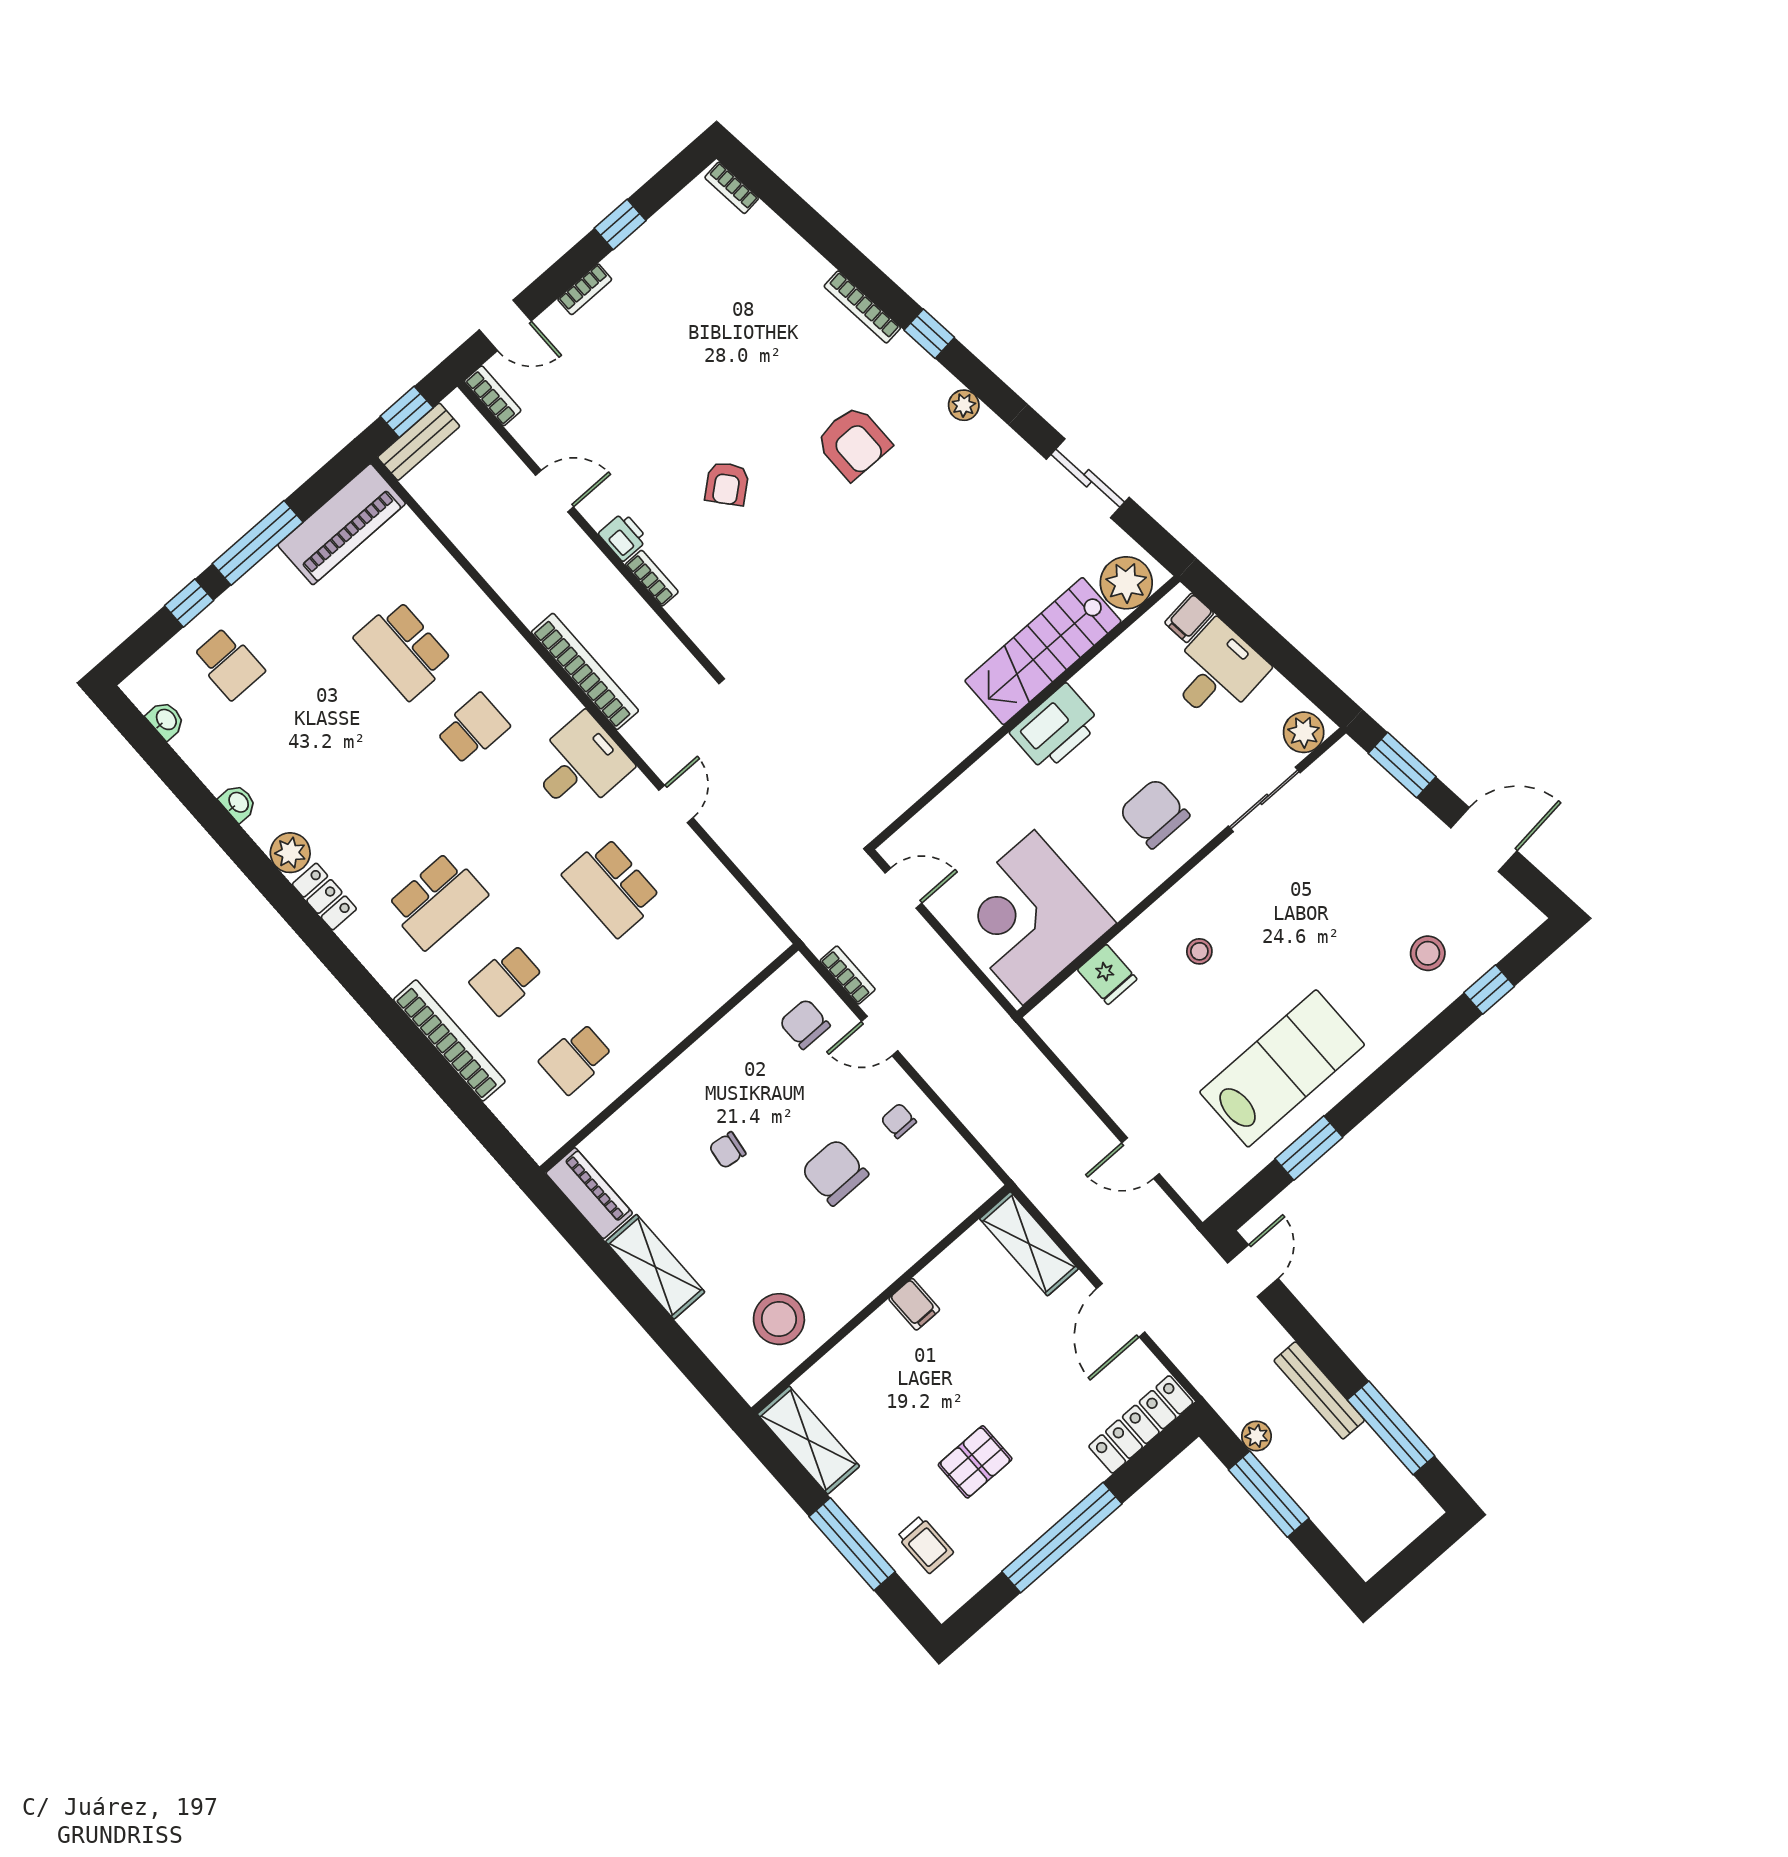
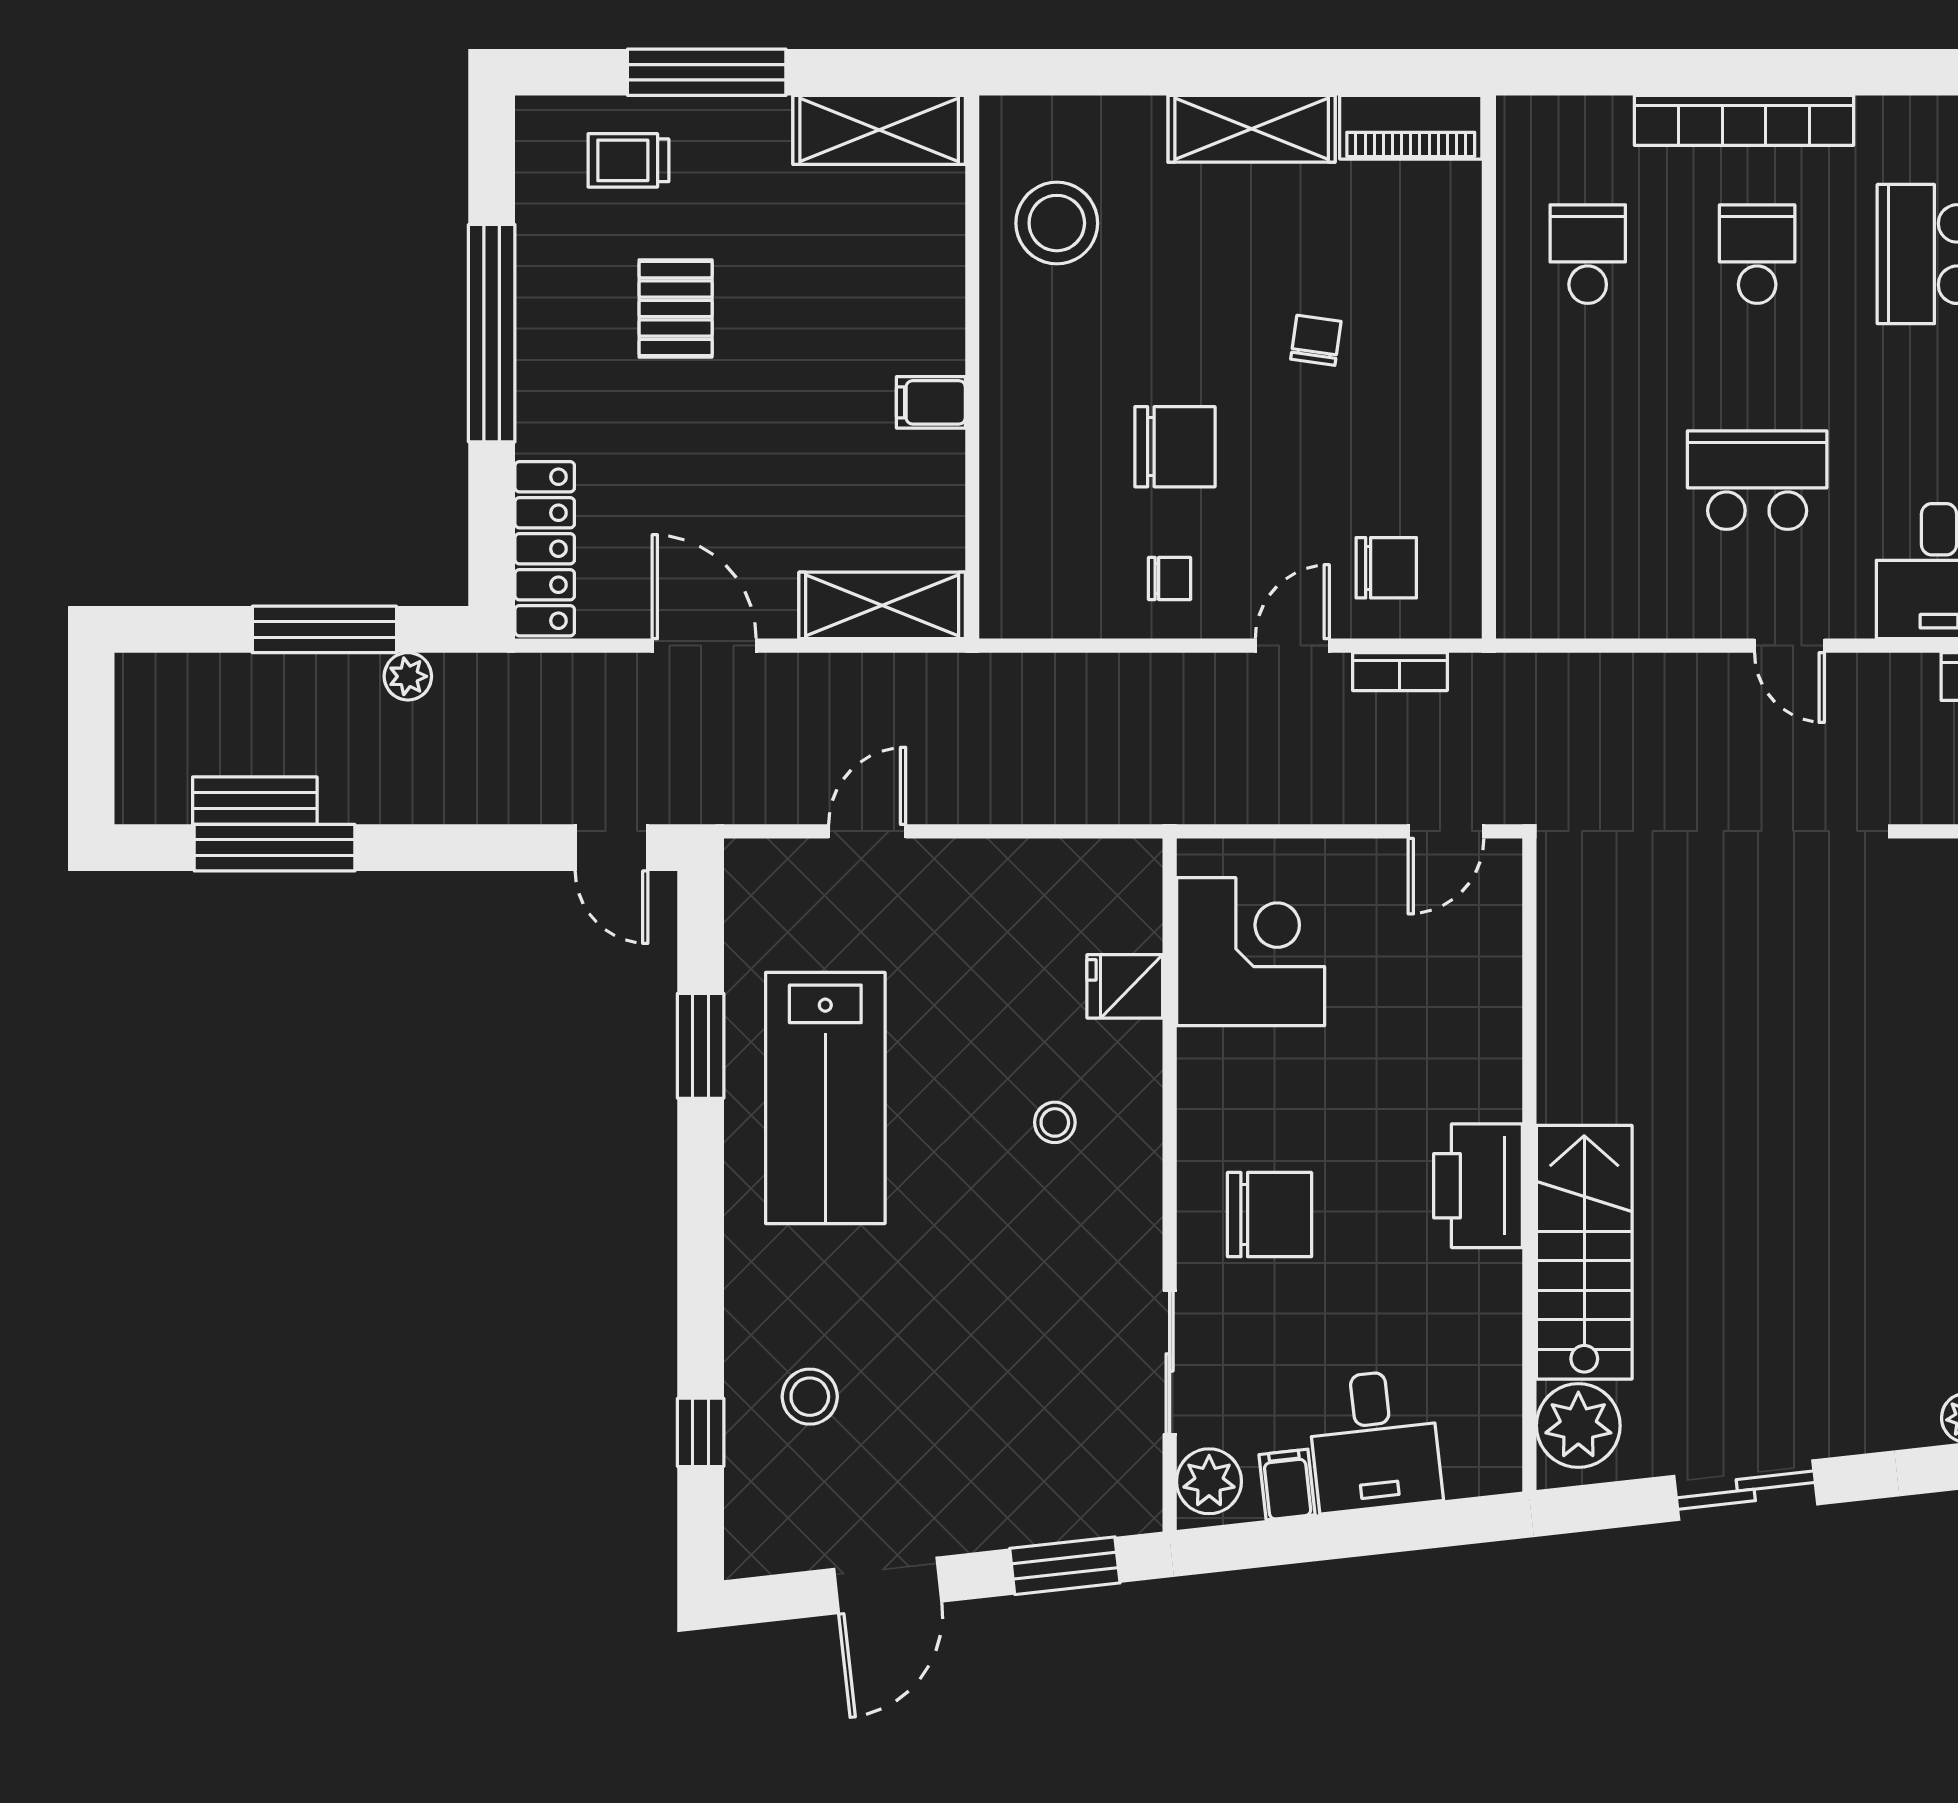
filing cabinet: (1189, 618) -> (1287, 1485), moved
corner desk: (1029, 918) -> (1251, 952), width x0.74, depth x0.74
bench: (1319, 1390) -> (255, 801), moved, width x0.73

